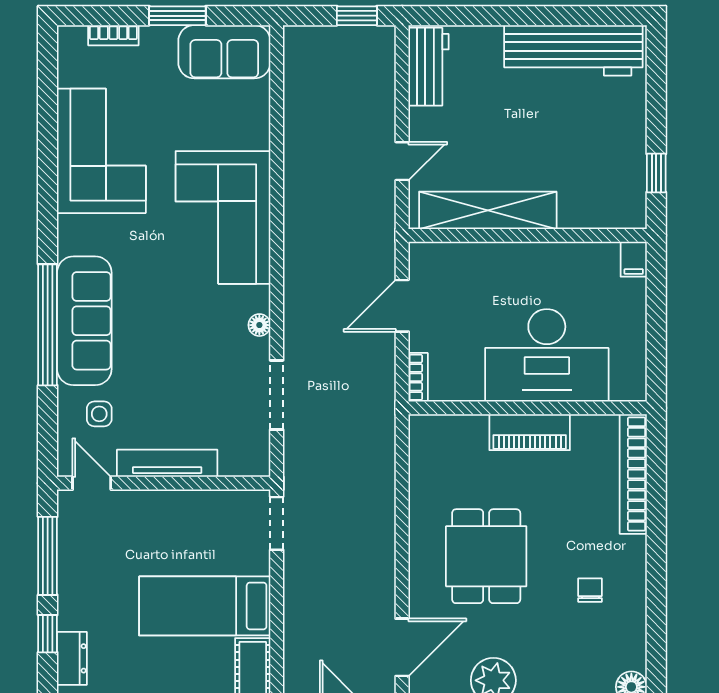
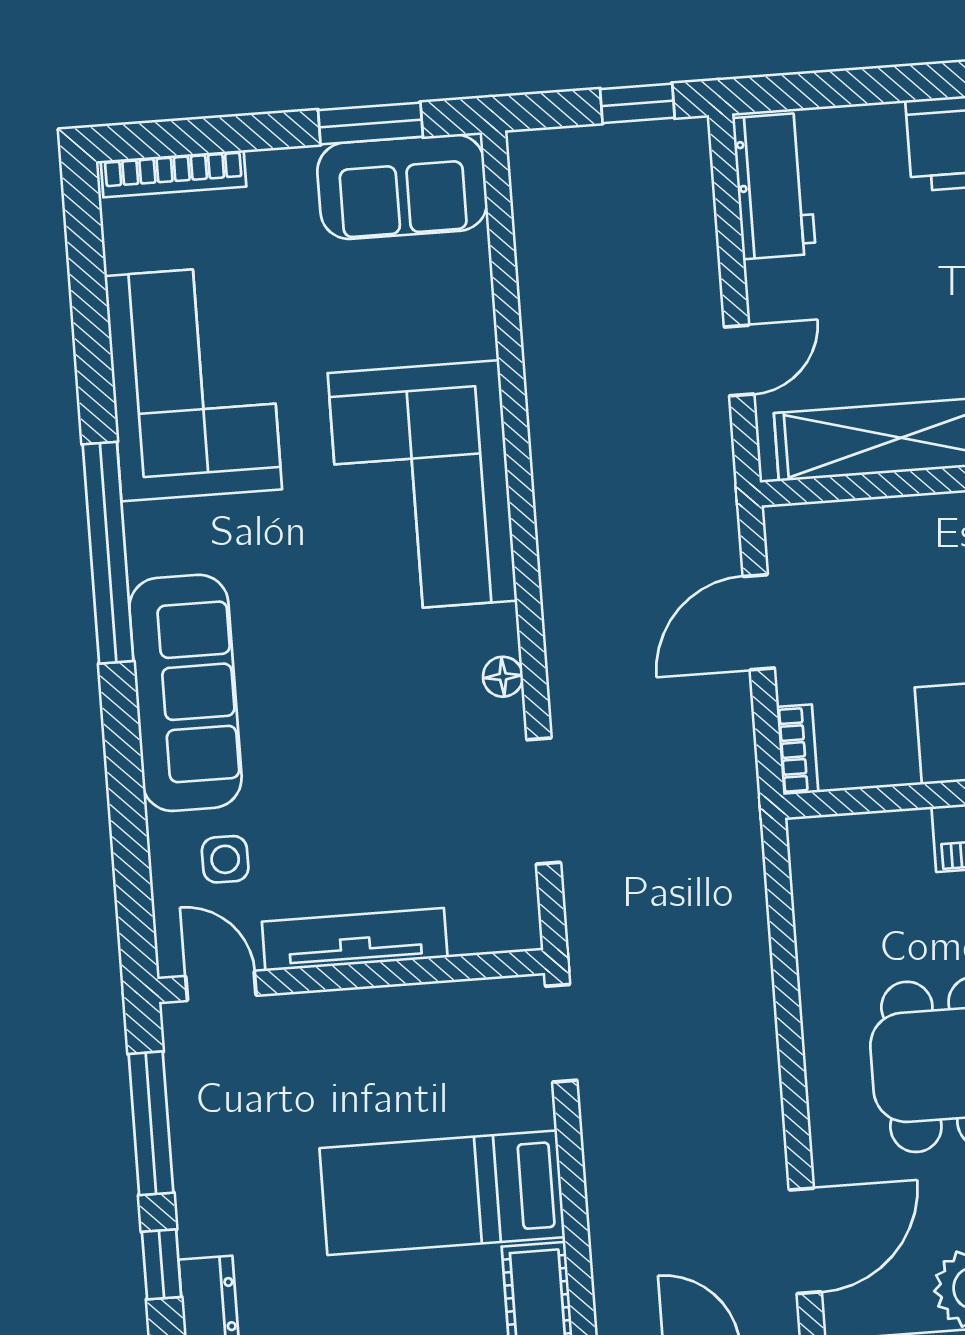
window: (177, 16) -> (370, 123), moved
bookcase: (113, 35) -> (173, 174), width x1.56
window: (48, 325) -> (108, 553), moved

